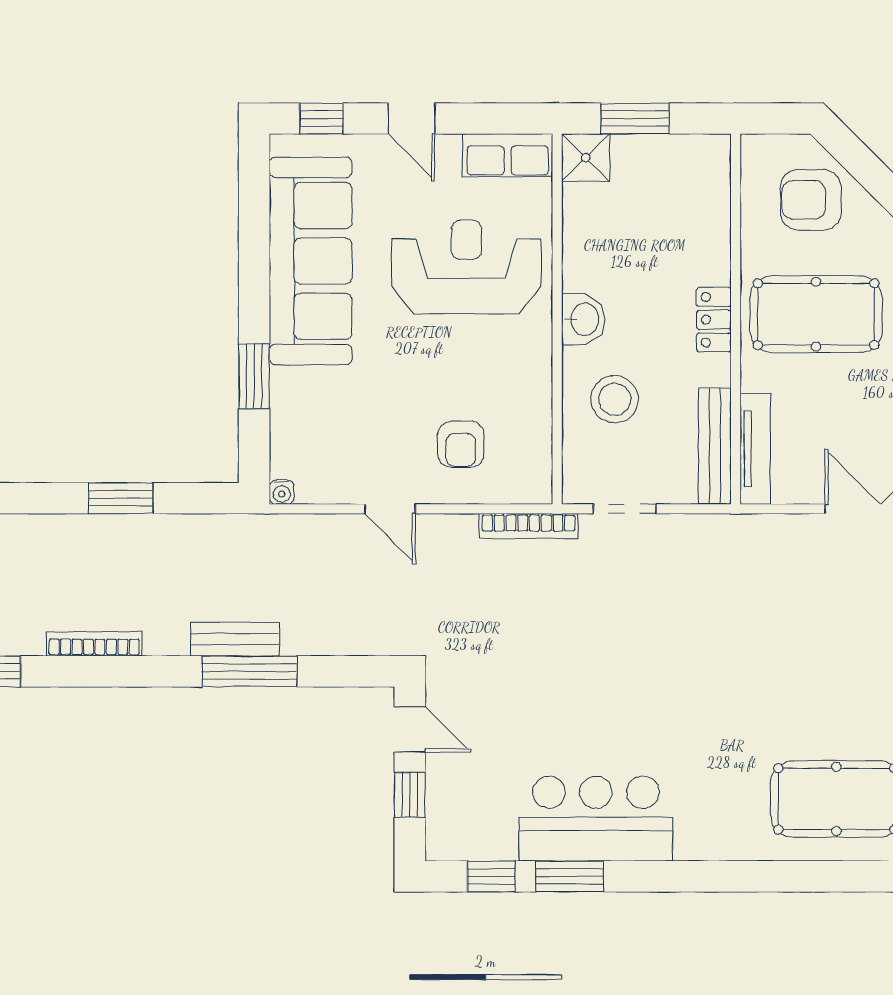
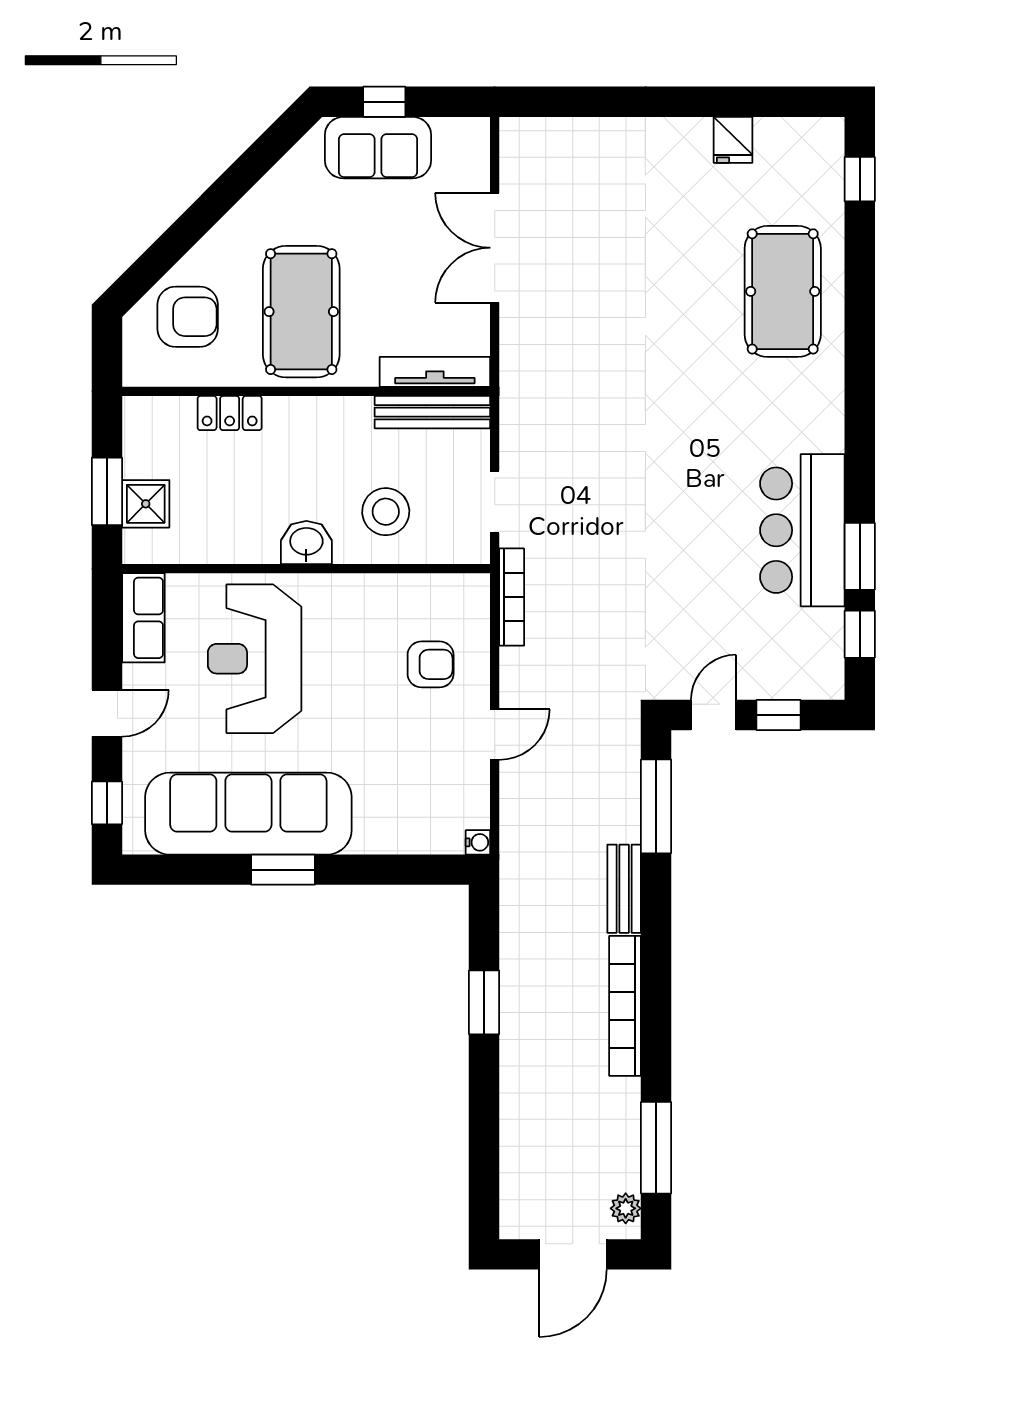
shower: (586, 158) -> (146, 504), moved
armchair: (811, 200) -> (188, 317), turned -90
locker: (714, 320) -> (230, 413), moved
window: (254, 376) -> (283, 870), moved
bookcase: (94, 644) -> (625, 1006), width x1.48, depth x1.31
window: (250, 671) -> (656, 806), moved

